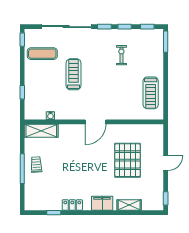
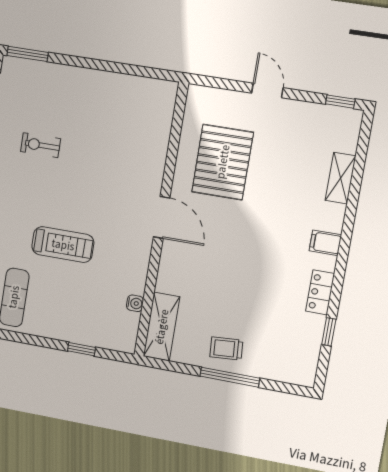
treadmill: (74, 74) -> (63, 245), turned 180
treadmill: (151, 93) -> (122, 99), removed
pallet: (128, 160) -> (223, 162), moved, turned 90
filing cabinet: (102, 203) -> (325, 243), width x0.50

